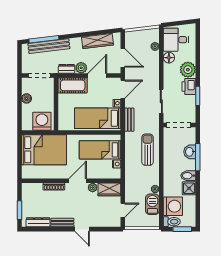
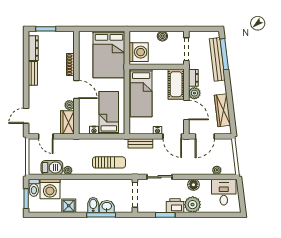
floor lamp: (169, 58) -> (193, 185), moved
bed: (98, 118) -> (141, 93), moved, turned 180
bidet: (188, 176) -> (93, 205), moved
door: (82, 229) -> (26, 116), moved

